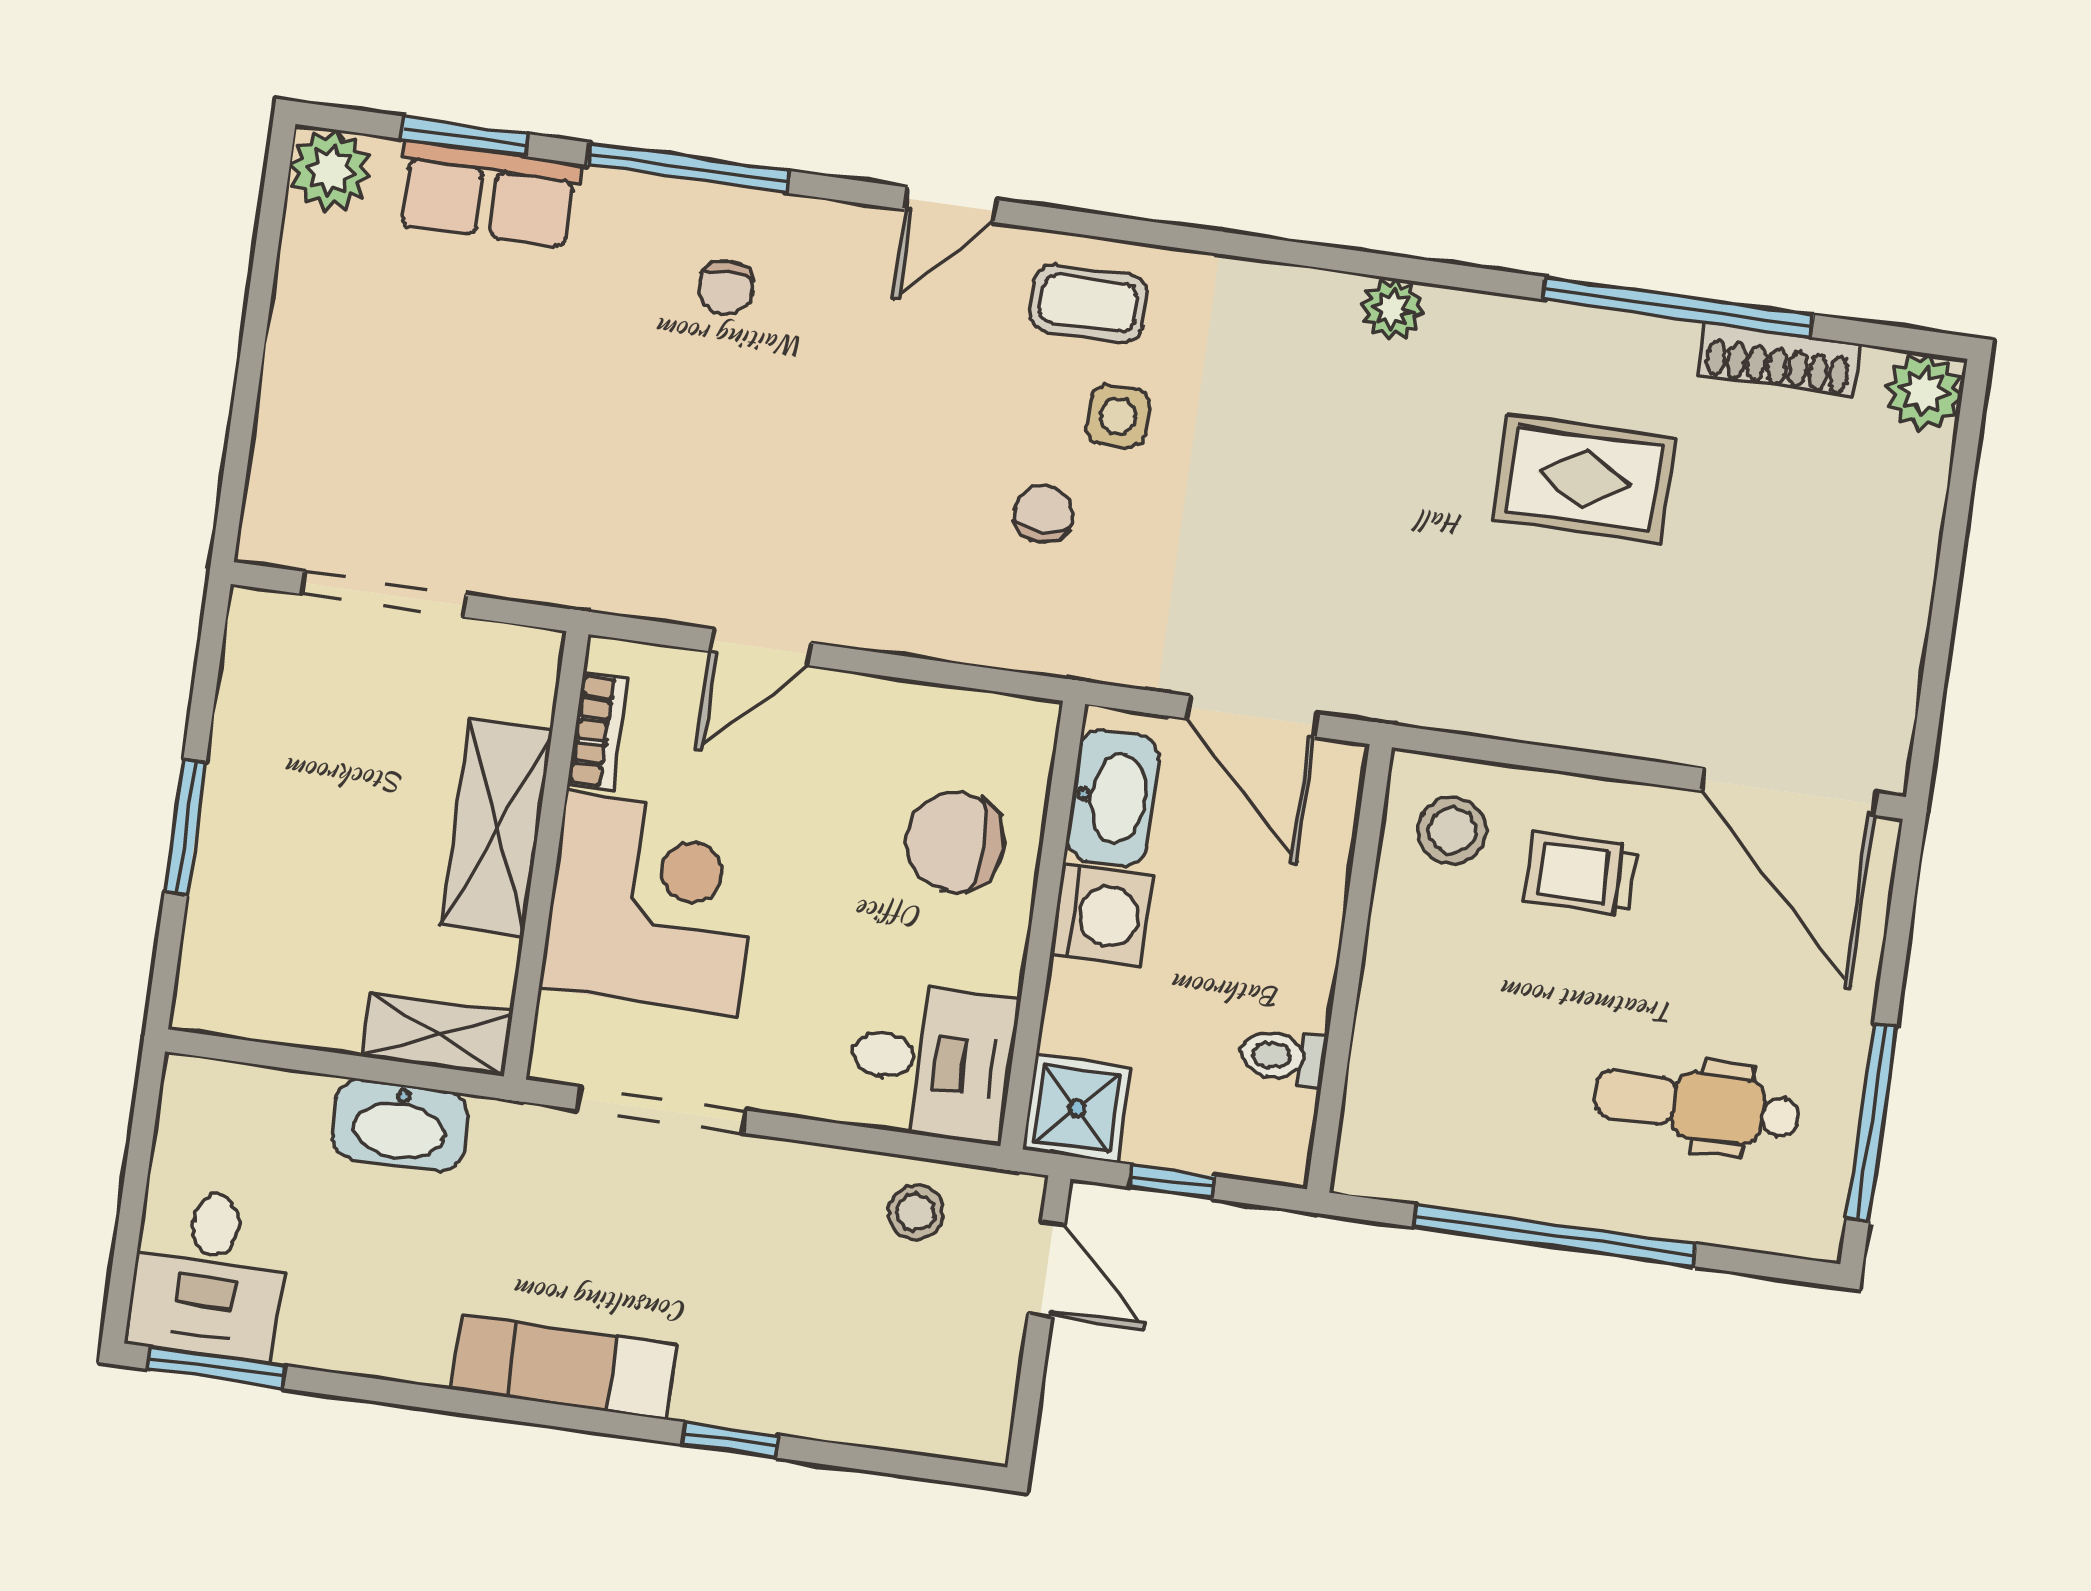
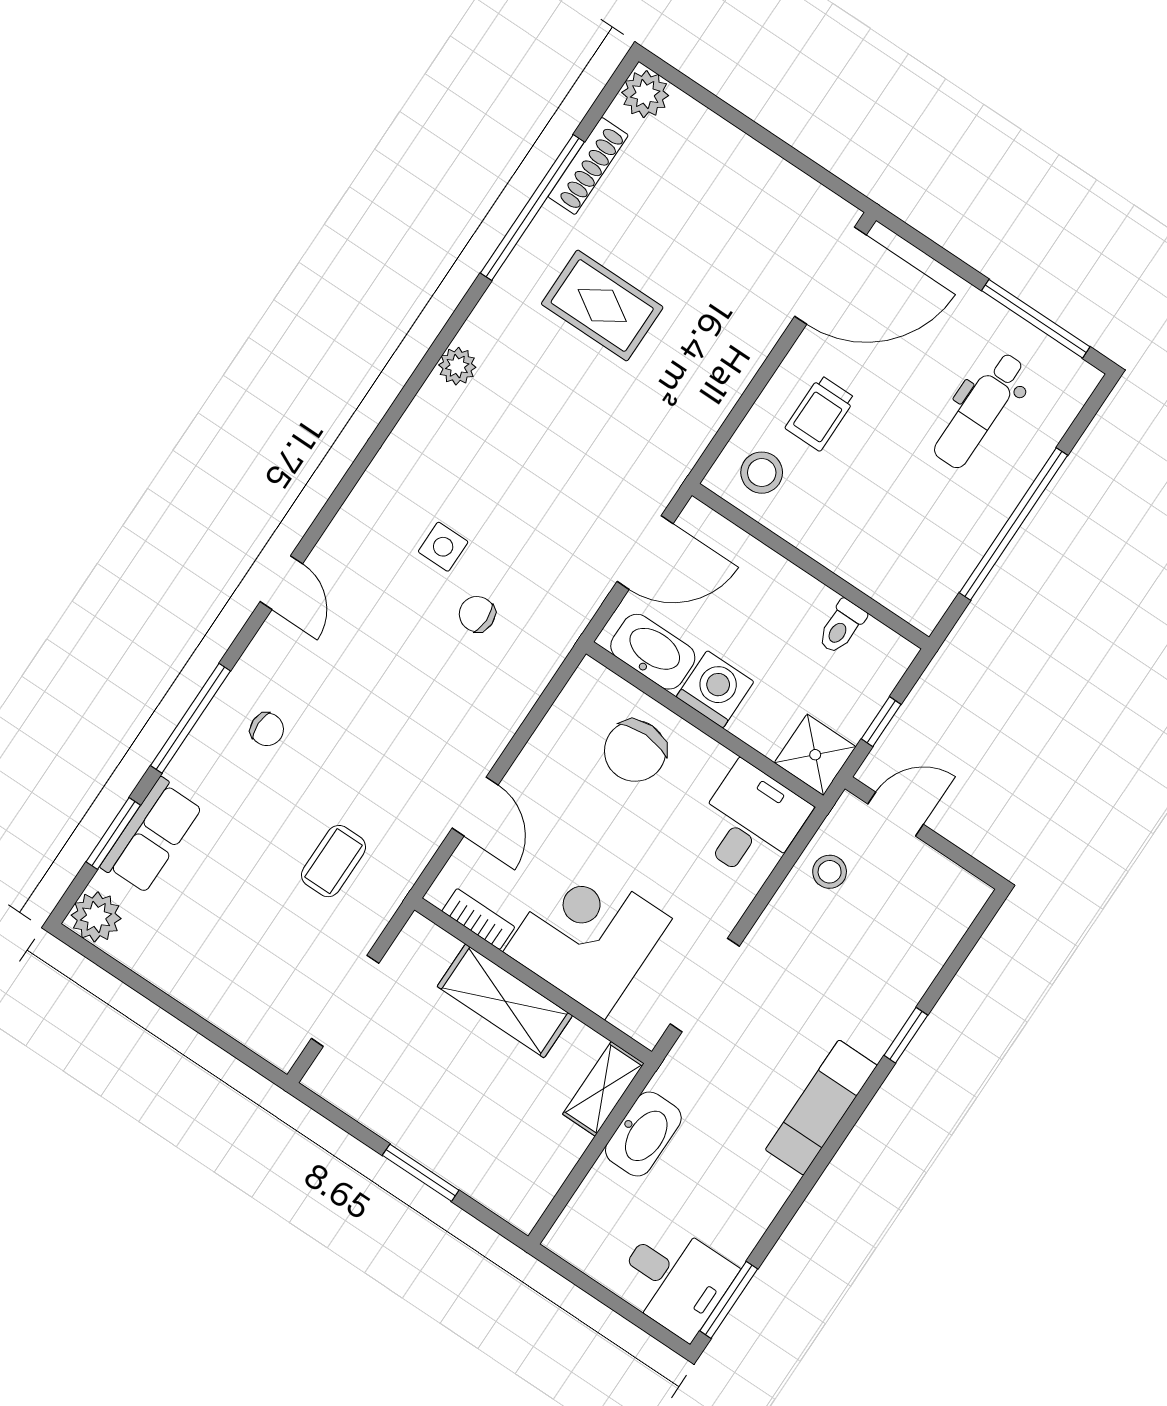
coffee table: (1089, 303) -> (334, 861), moved
rug: (1584, 479) -> (602, 305), turned 90

